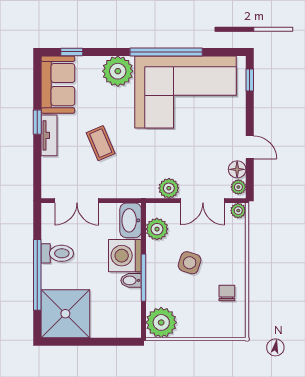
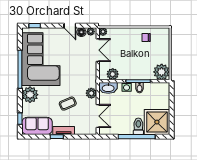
door: (250, 147) -> (70, 26), swing flipped
plant: (169, 188) -> (91, 93), moved
toilet: (57, 253) -> (138, 126), moved
washing machine: (125, 256) -> (127, 87), width x0.53, depth x0.53
side table: (190, 263) -> (130, 57), removed

